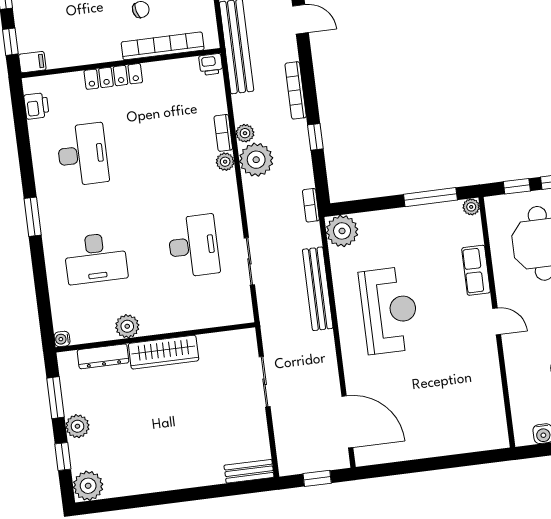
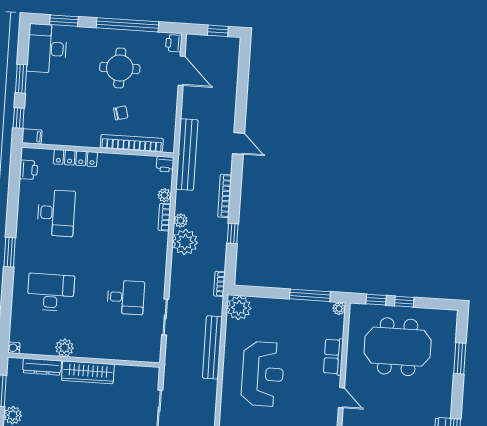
locker: (113, 76) -> (75, 158), moved
plant: (225, 162) -> (164, 195), moved
desk: (193, 246) -> (126, 297), width x0.73
desk: (96, 258) -> (51, 292), turned 180

